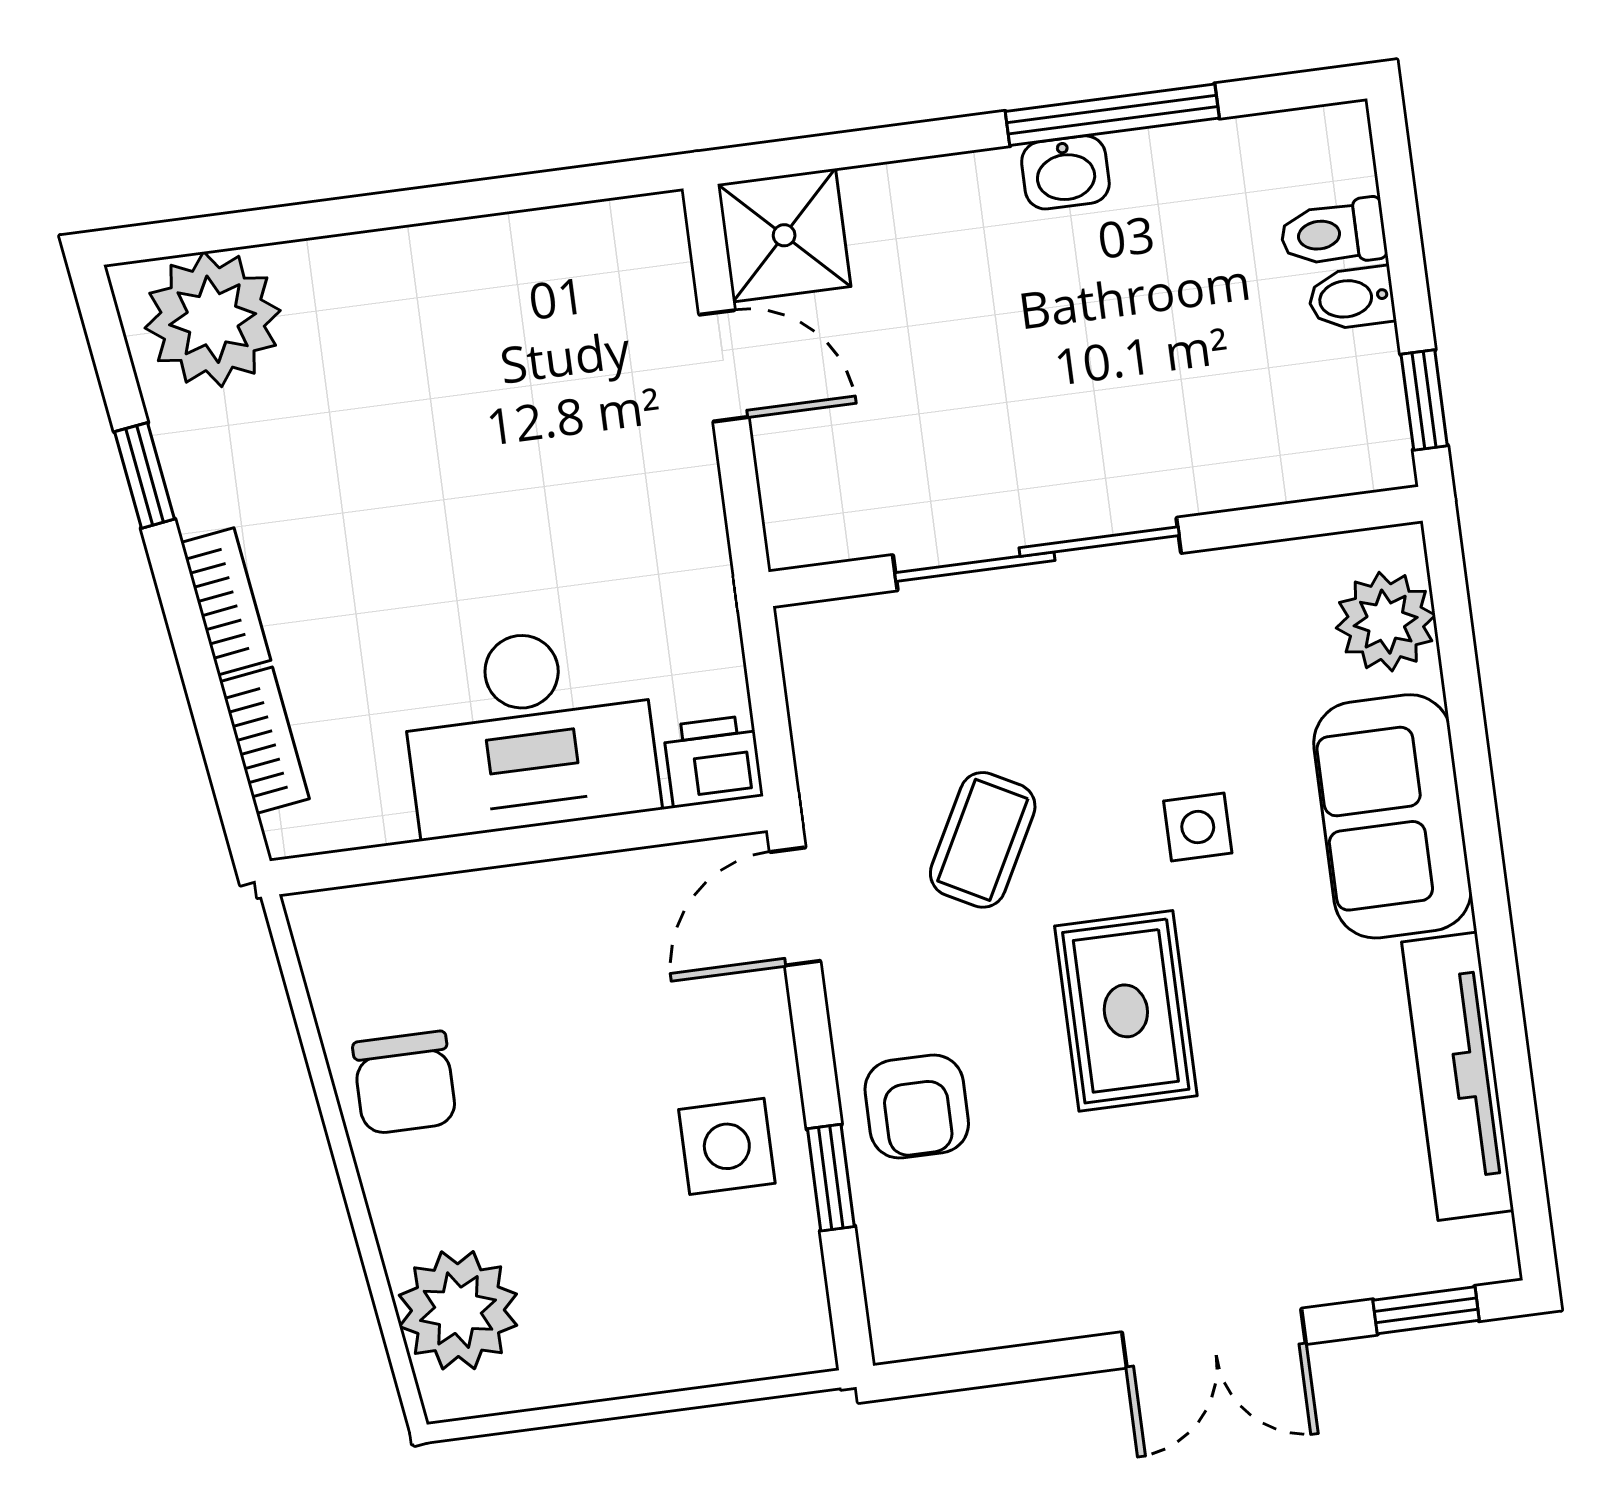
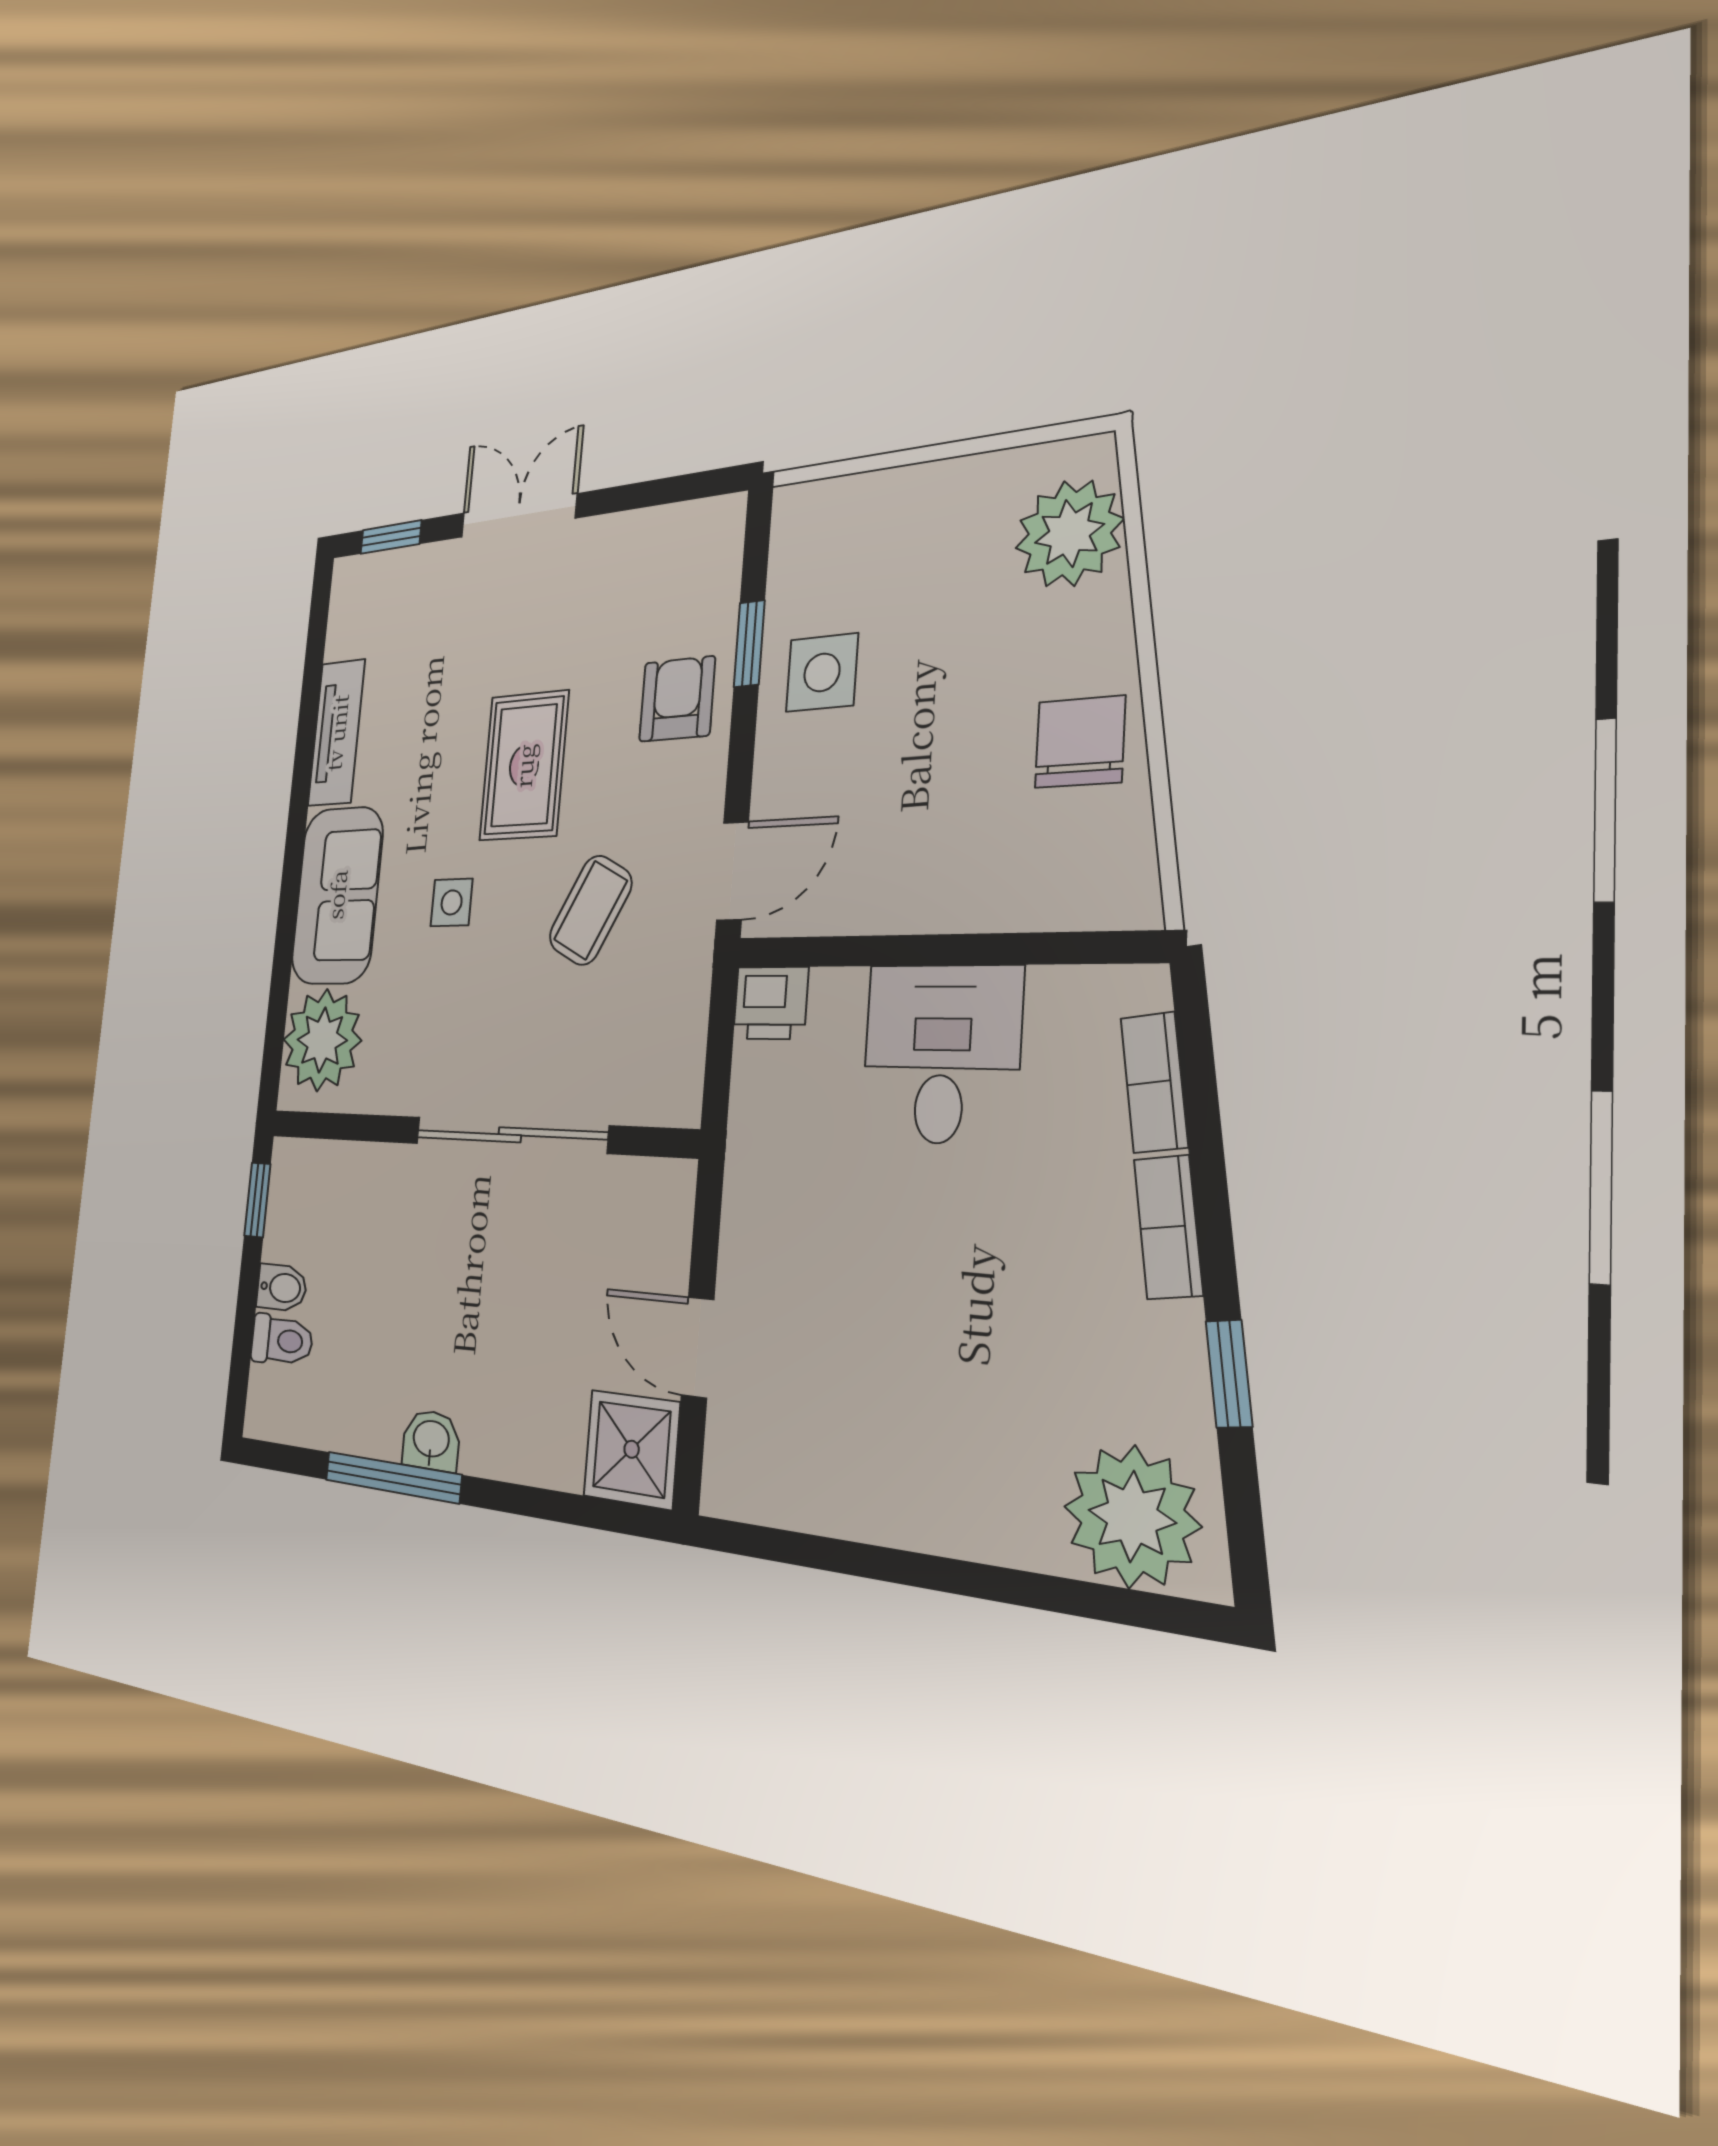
plant: (1386, 622) -> (322, 1040), width x1.36, depth x1.36
desk: (529, 731) -> (941, 1054), width x0.73
tv unit: (1458, 1076) -> (337, 733), width x0.71

